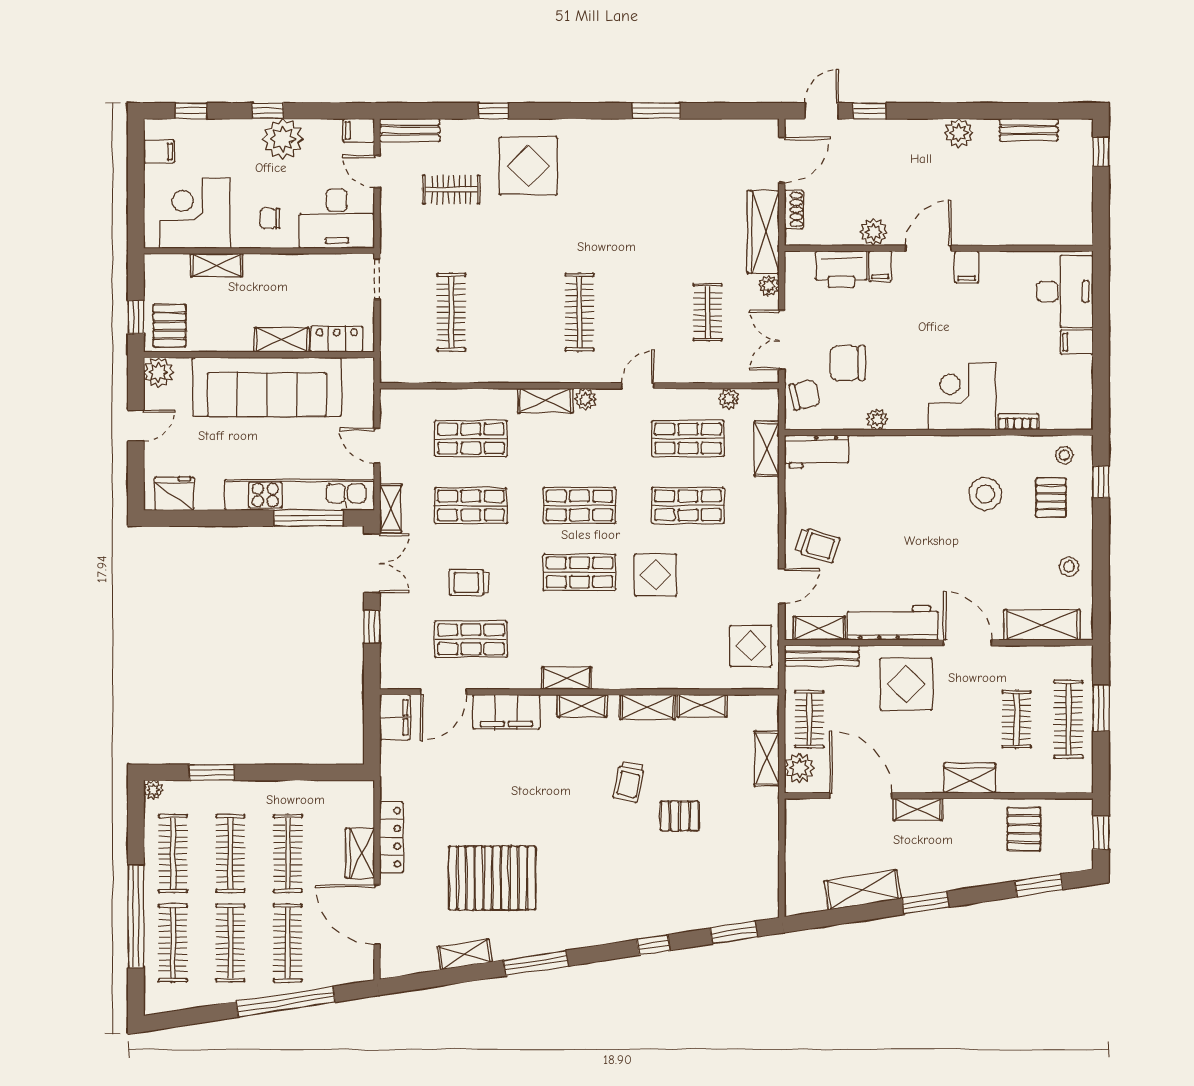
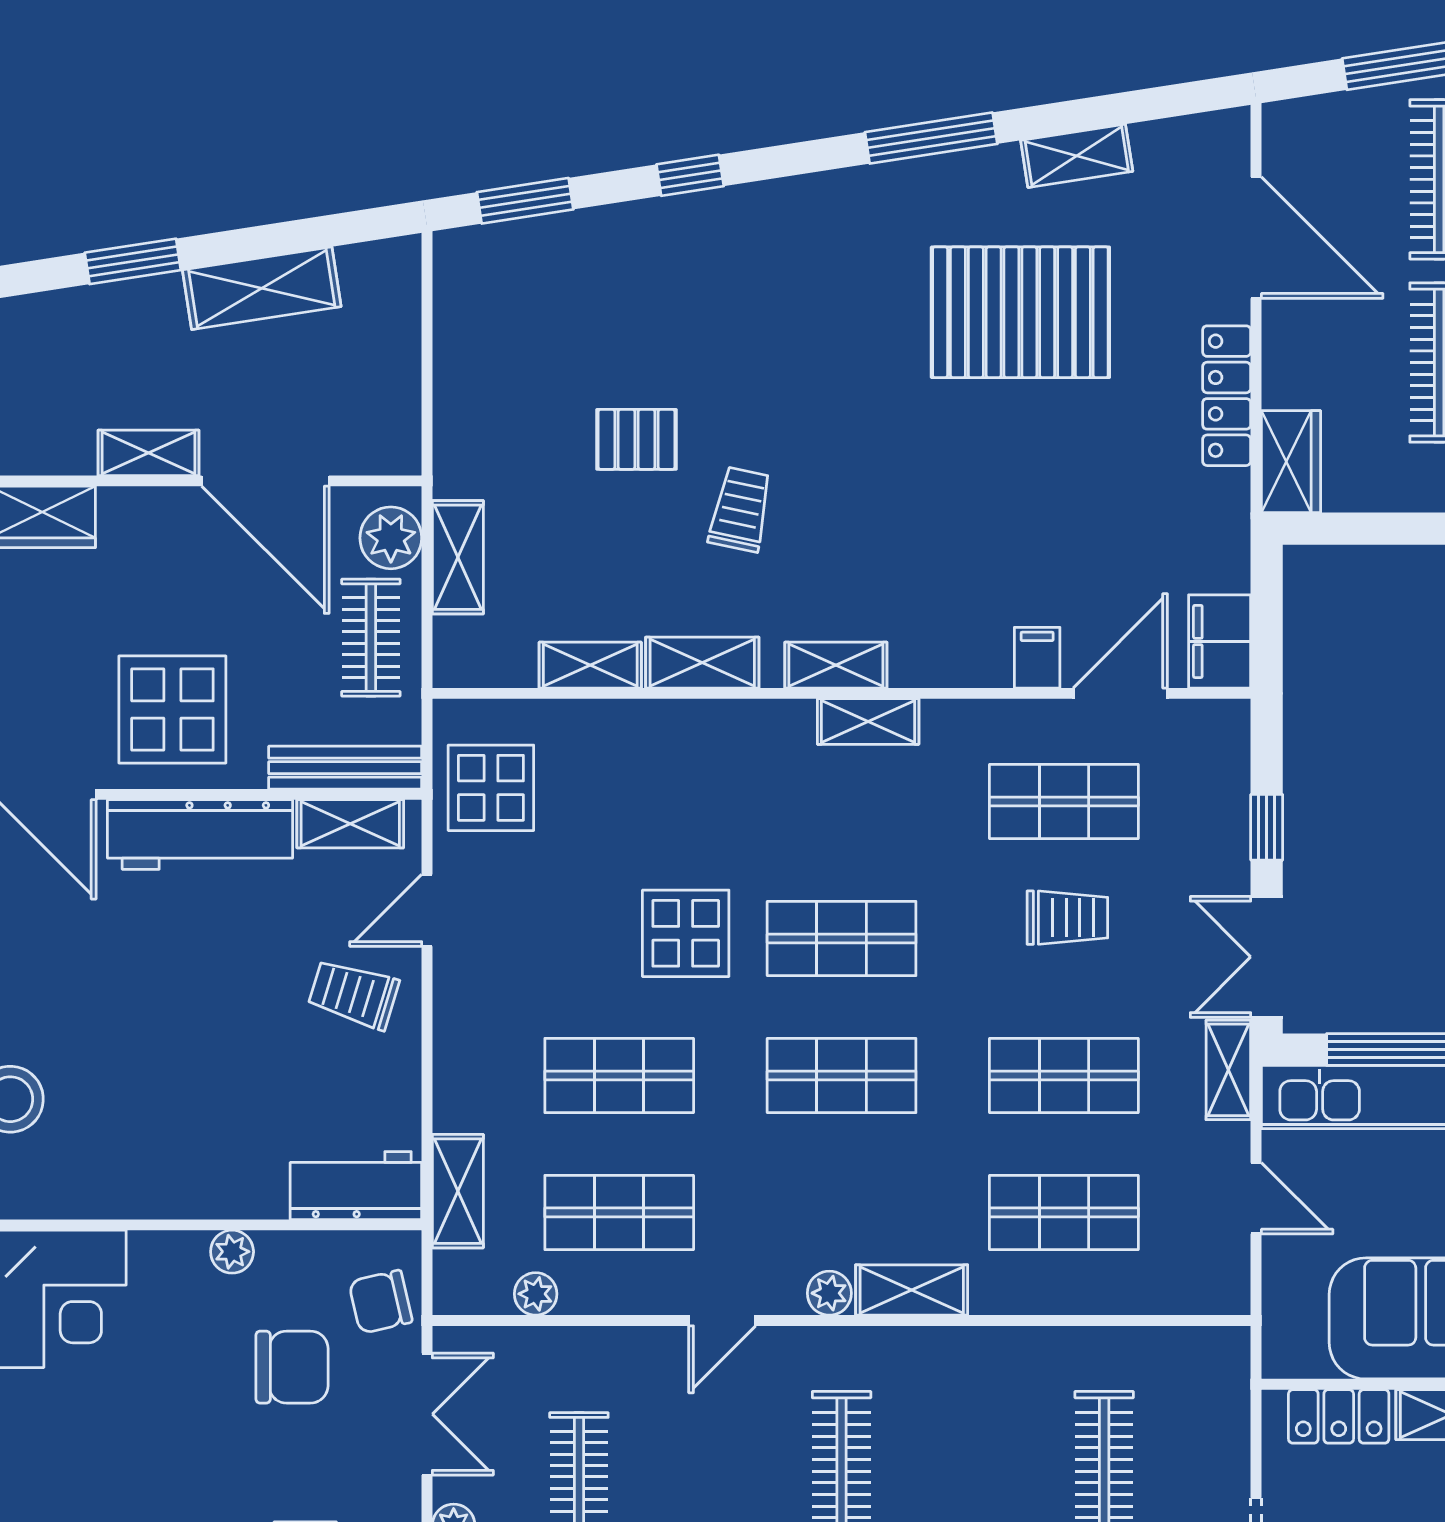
filing cabinet: (506, 712) -> (1037, 658), width x0.33, depth x0.86
wardrobe: (360, 853) -> (1291, 462), moved

